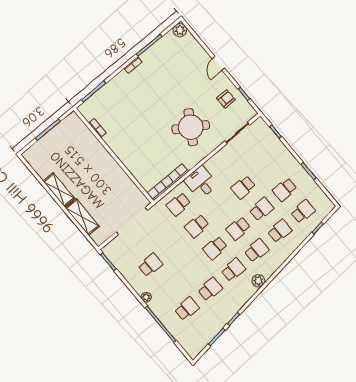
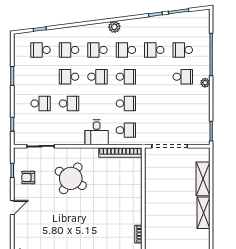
school desk: (285, 190) -> (41, 103), moved
school desk: (150, 265) -> (183, 77), moved, turned 180

